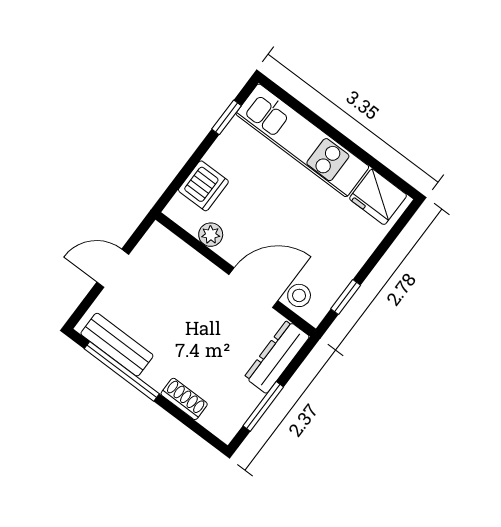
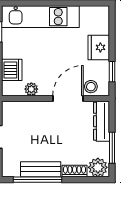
fridge: (378, 197) -> (99, 47), moved, turned 90
bench: (117, 345) -> (41, 169), moved
plant: (222, 419) -> (98, 167), added

